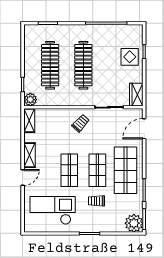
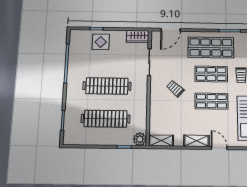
trolley: (81, 123) -> (175, 89), moved
door: (144, 129) -> (171, 30), hinge flipped

